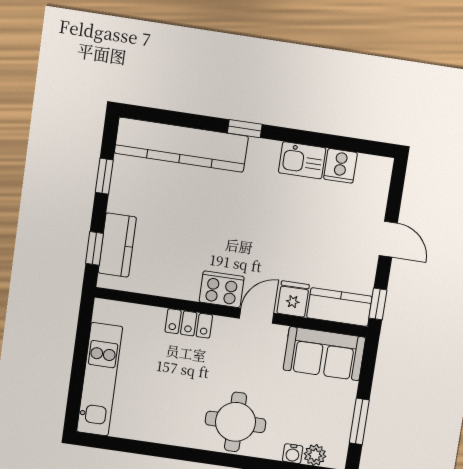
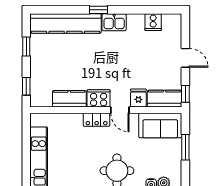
kitchen sink: (302, 160) -> (114, 22), moved
kitchen counter: (117, 245) -> (69, 99), moved, turned -90
door: (257, 316) -> (120, 110), swing flipped
locker: (189, 323) -> (97, 120), moved
window: (359, 421) -> (185, 147), moved

